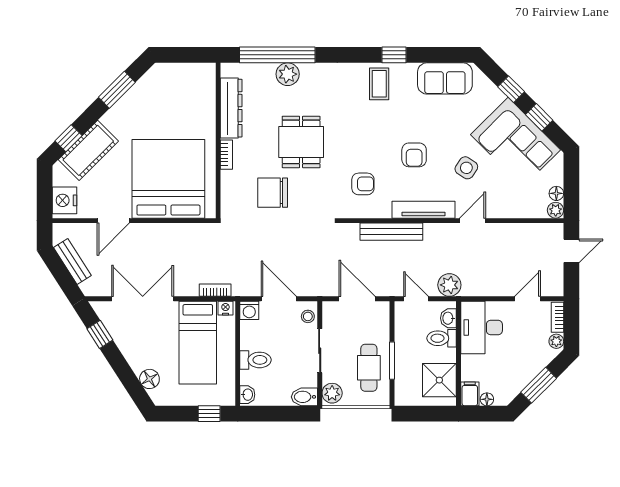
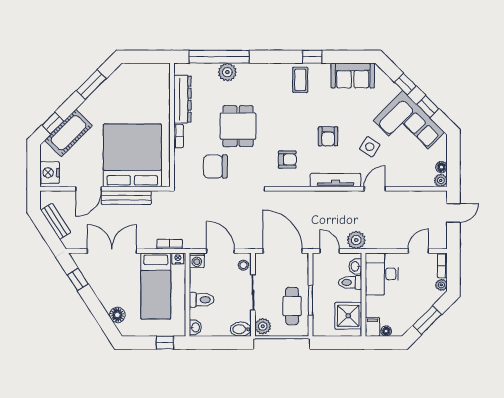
bench: (391, 232) -> (126, 198), moved
door: (357, 299) -> (283, 251), width x1.36

